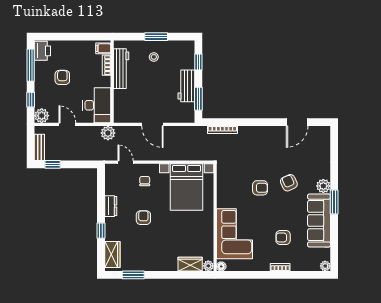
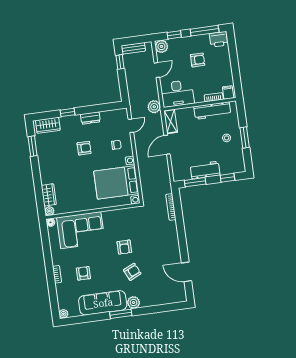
shelving: (127, 117) -> (171, 121), added

